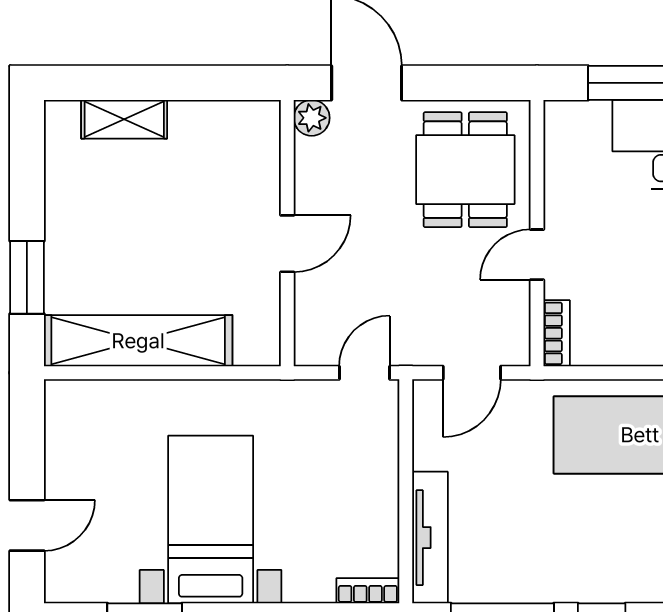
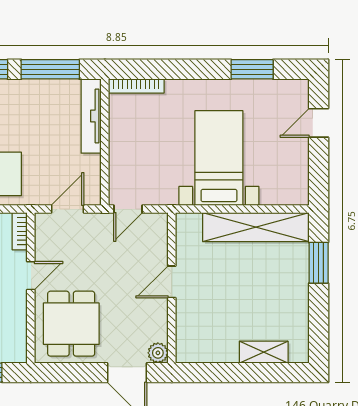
bed with nightstands: (211, 520) -> (219, 158), moved, turned 180
bookcase: (368, 591) -> (136, 86), width x1.56

